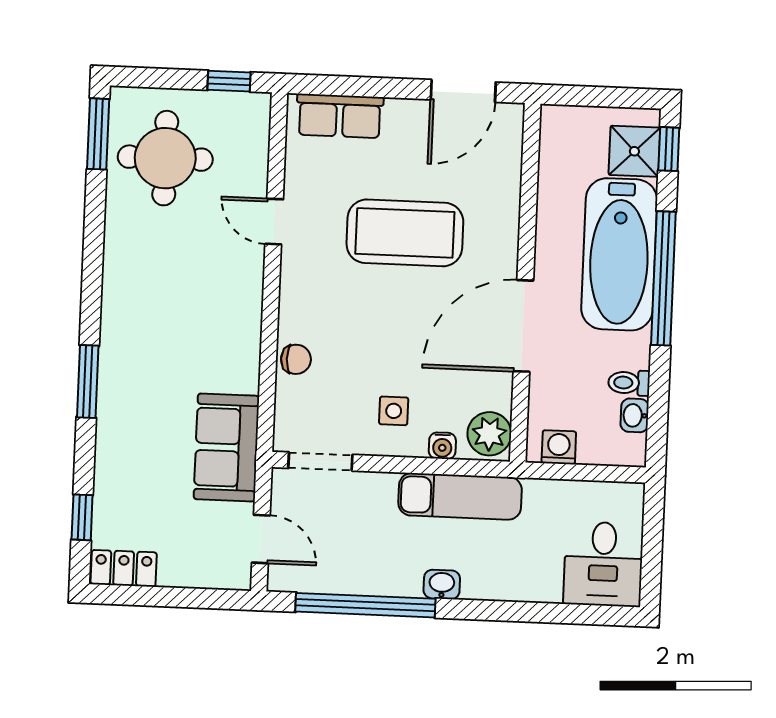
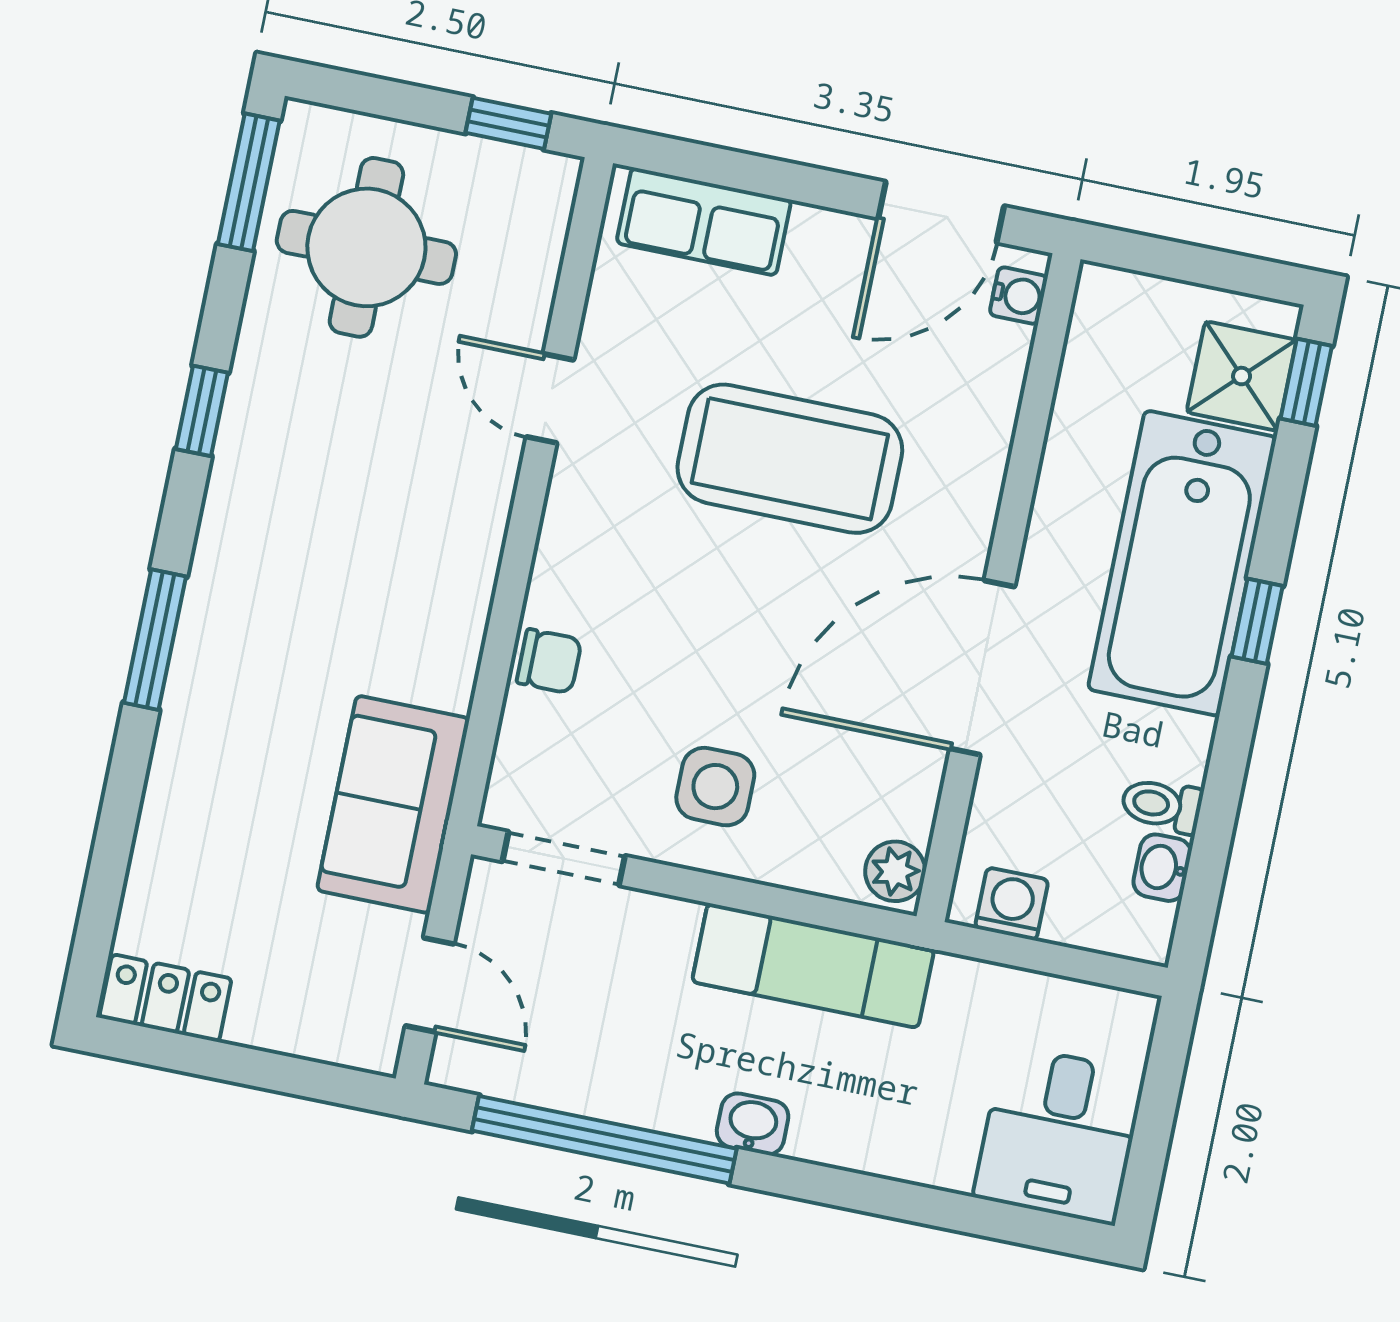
window: (663, 278) -> (1257, 621), width x0.32
side table: (394, 411) -> (715, 787), width x1.37, depth x1.37
plant: (489, 434) -> (895, 871), width x0.73, depth x0.73
water cooler: (442, 446) -> (1018, 296), moved, turned -90
window: (82, 517) -> (202, 411), moved

